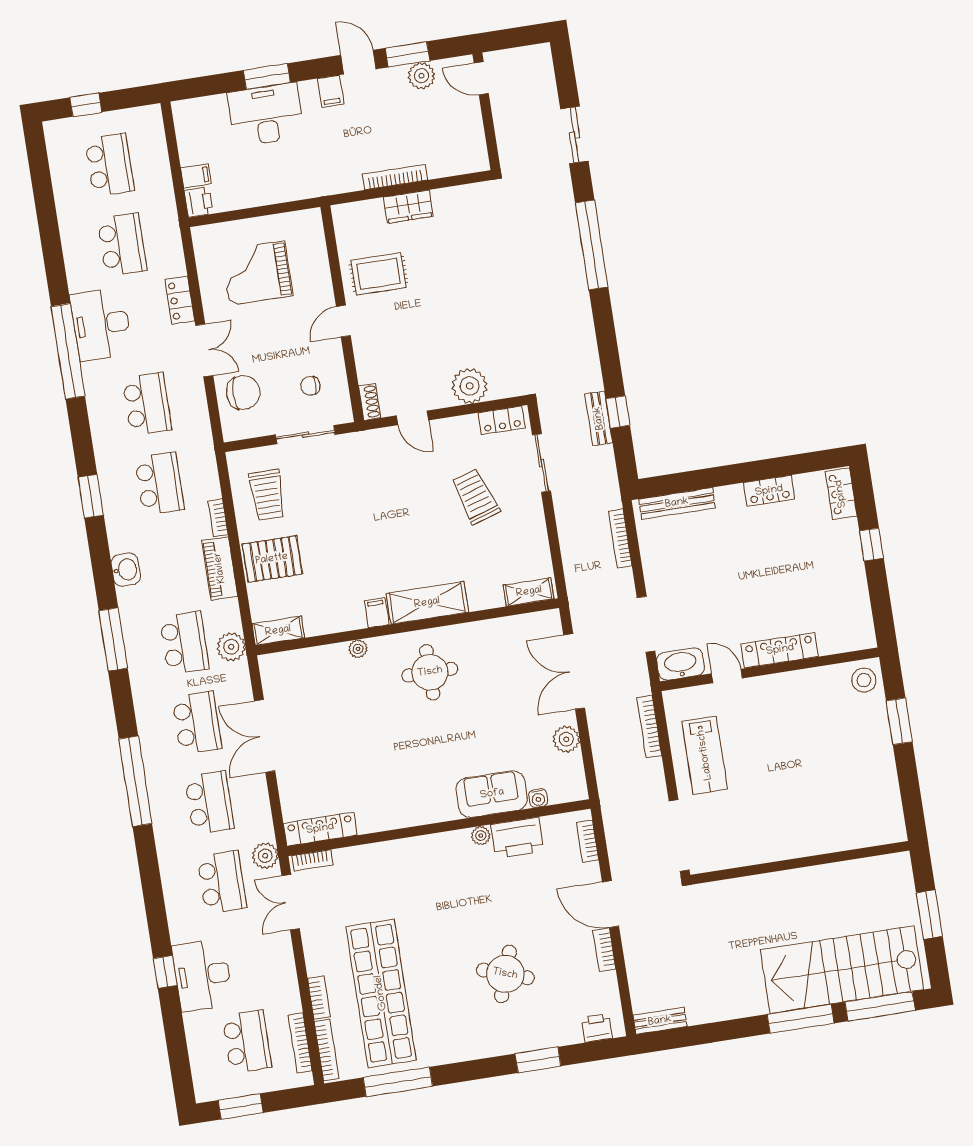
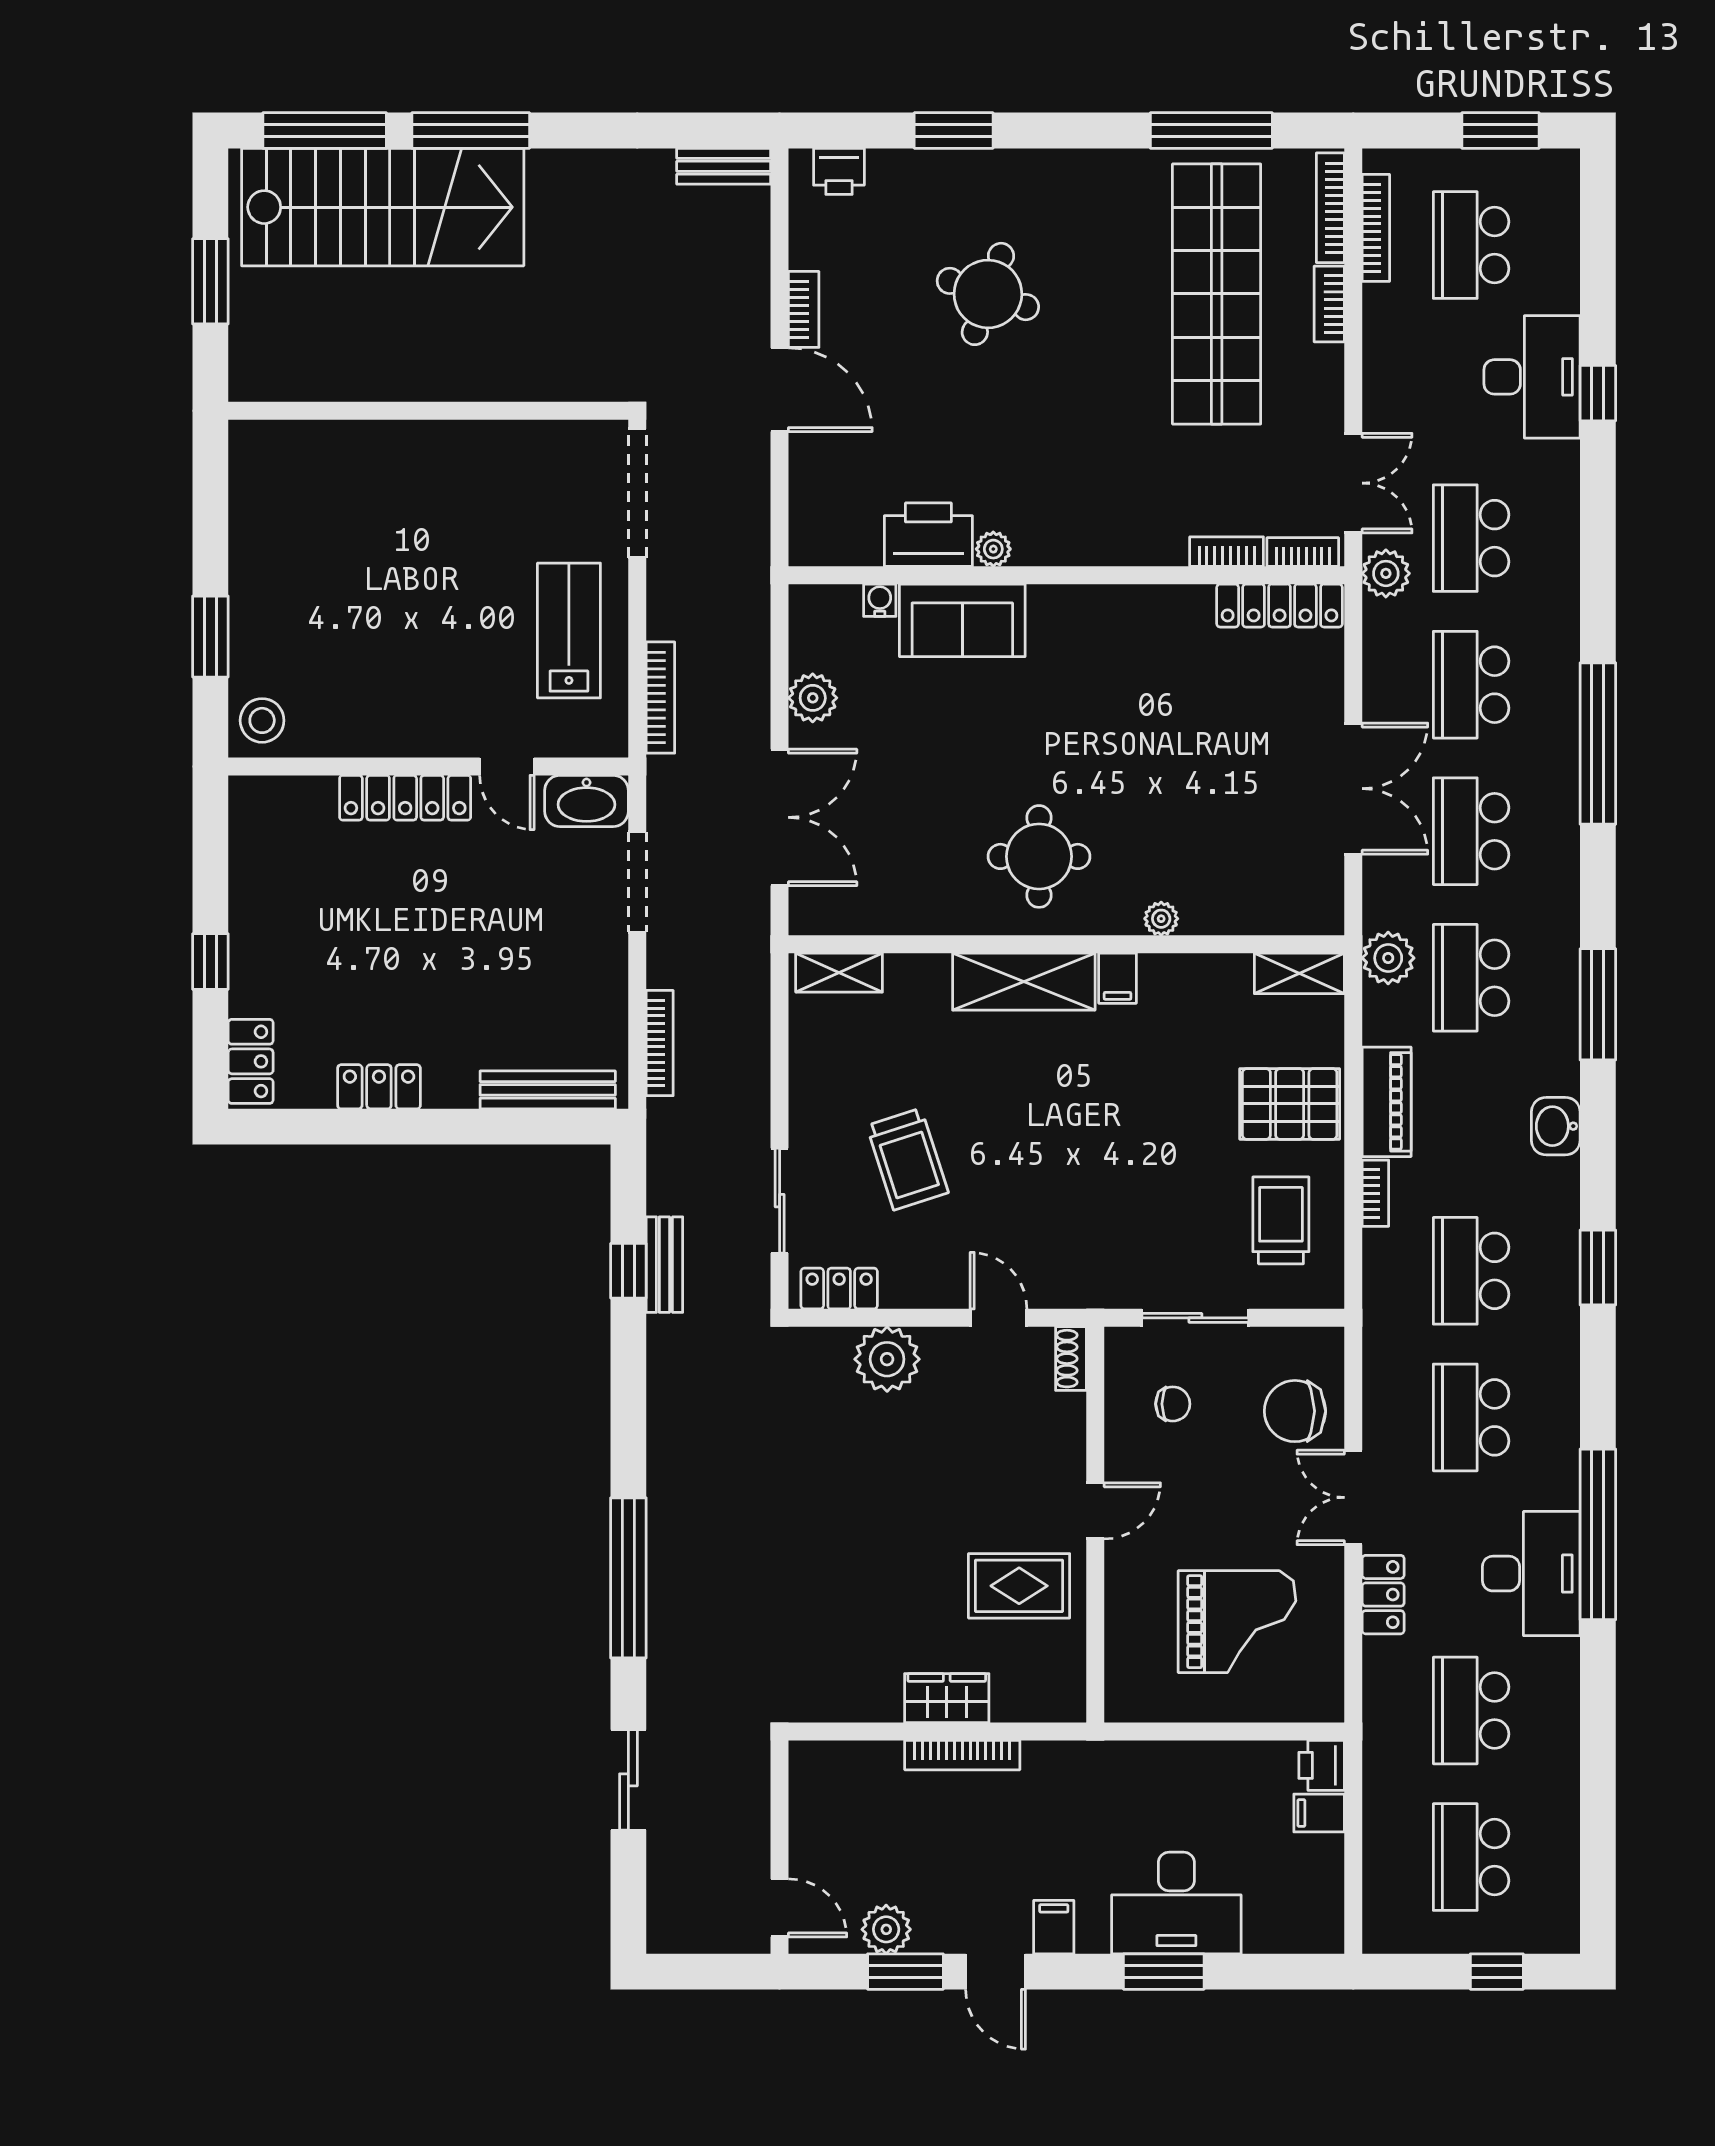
bookcase: (588, 841) -> (1227, 552), moved, turned -90

